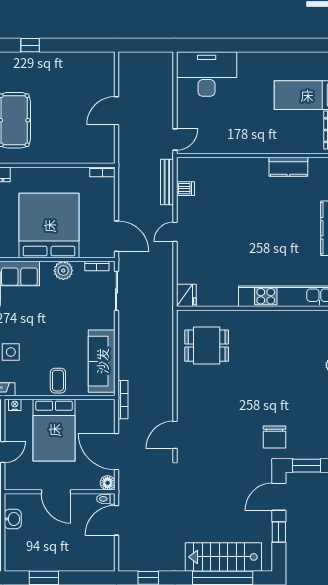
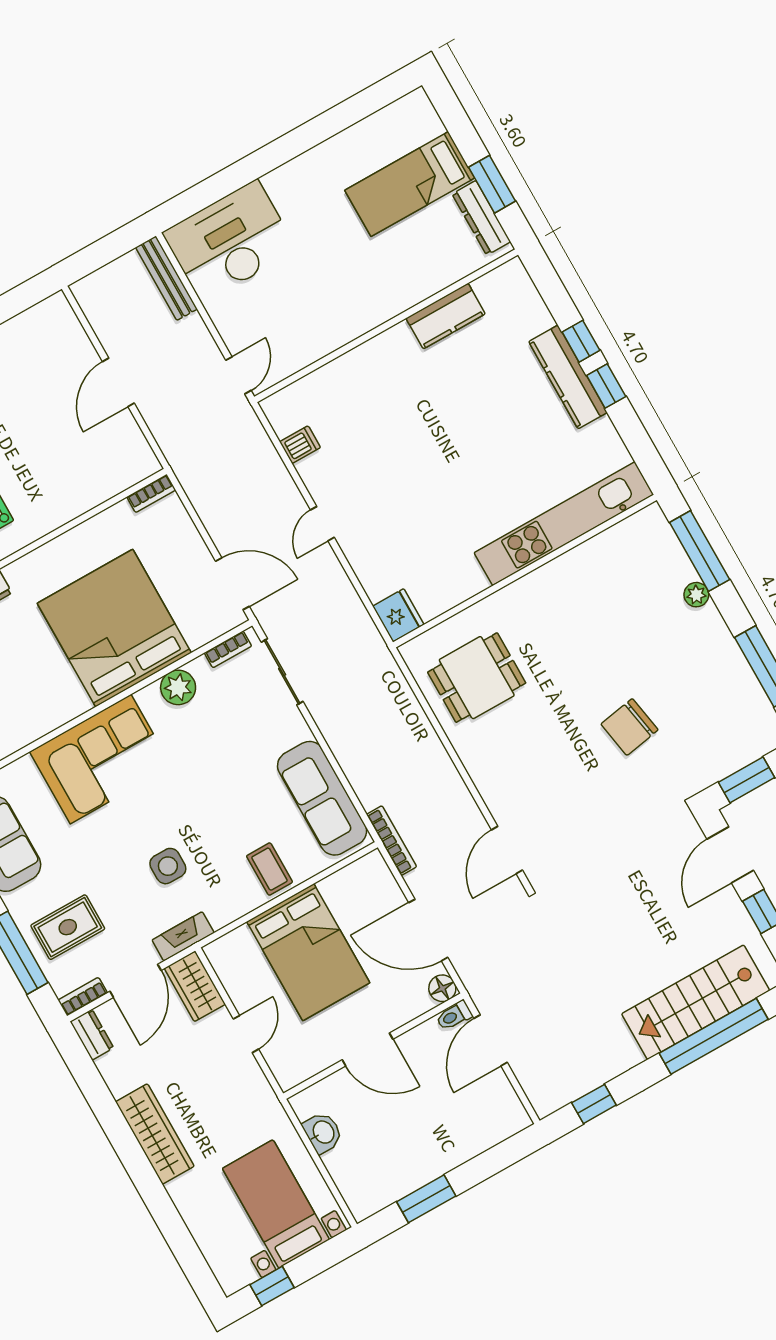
bench: (167, 182) -> (166, 278), moved
nightstand: (15, 405) -> (222, 947), removed
chair: (274, 437) -> (630, 727), moved, turned 80

